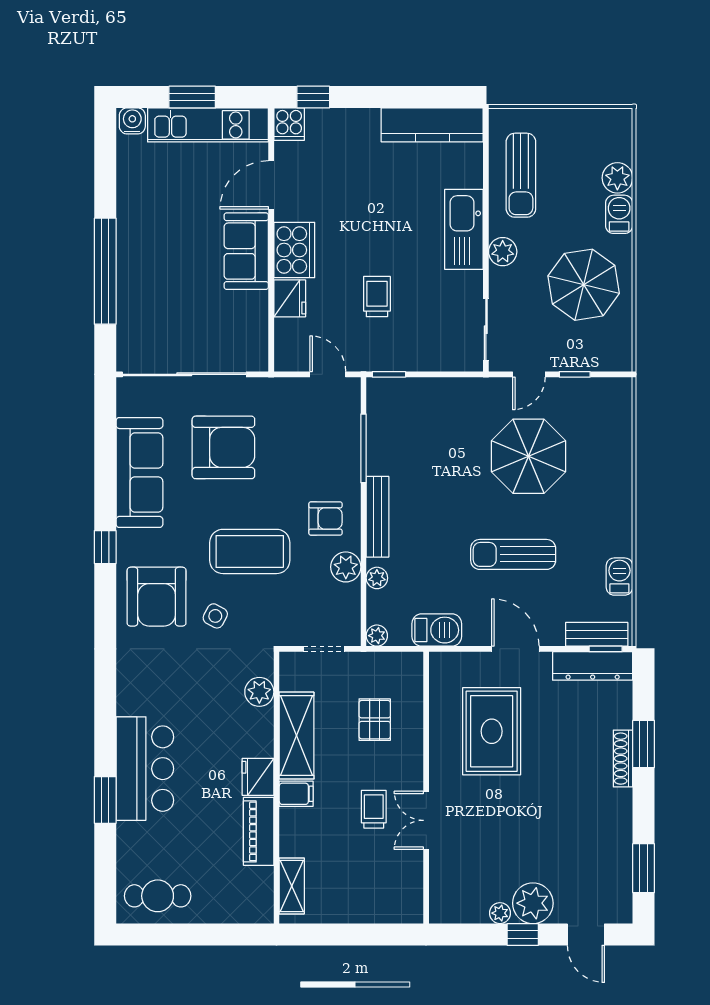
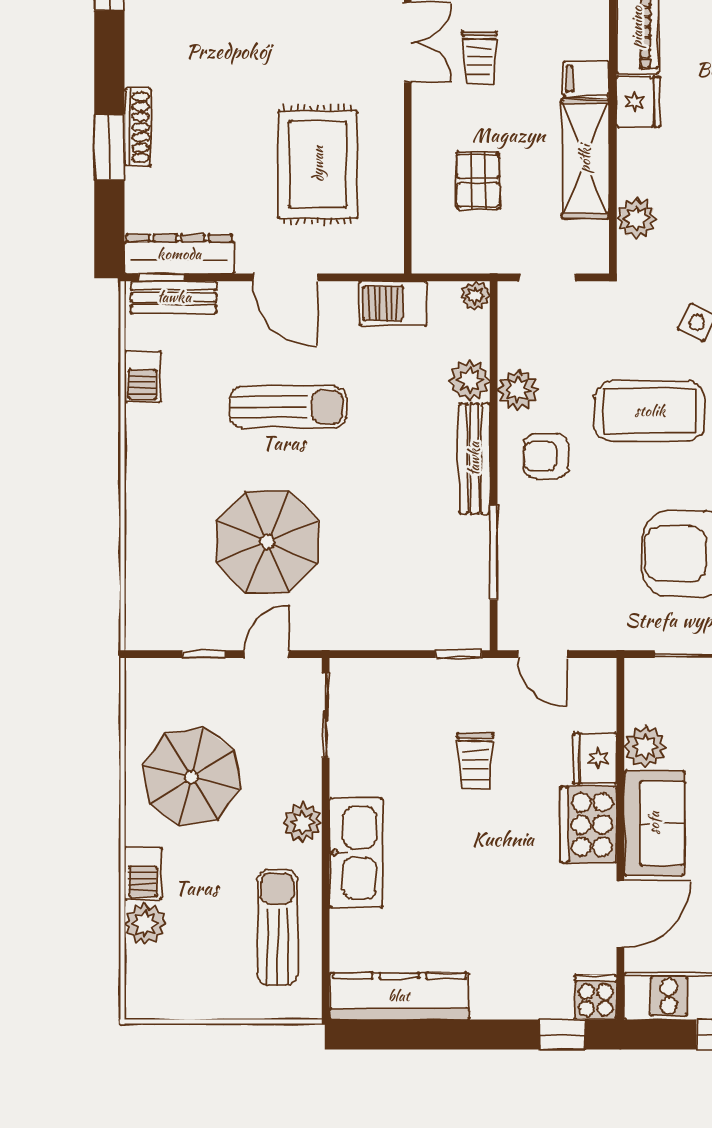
plant: (253, 307) -> (645, 747), added
plant: (377, 578) -> (470, 380), width x1.38, depth x1.38

